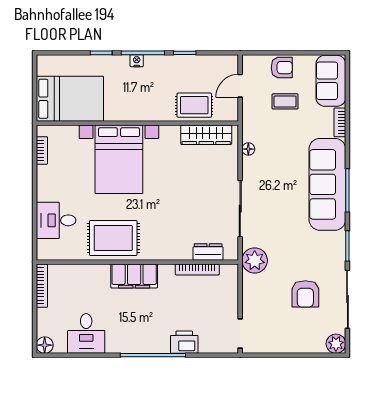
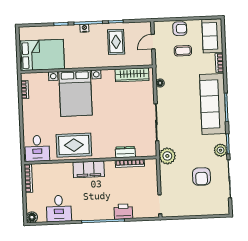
rug: (194, 105) -> (116, 42), moved, turned 90
desk: (56, 220) -> (37, 148), moved, turned -90
dresser: (208, 252) -> (125, 152), moved
plant: (336, 344) -> (221, 150), moved

